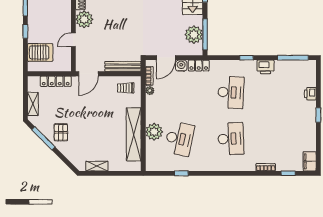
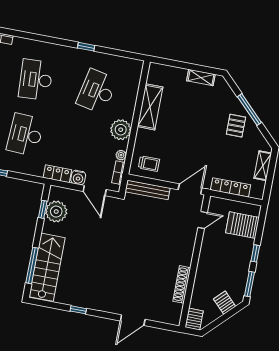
plant: (84, 19) -> (183, 254), removed
window: (205, 34) -> (43, 209), width x0.46
door: (73, 40) -> (203, 220), moved
door: (166, 58) -> (95, 190), swing flipped
plant: (154, 132) -> (121, 130), moved
shelving: (134, 134) -> (150, 107), width x0.68
window: (43, 138) -> (249, 110), moved
window: (181, 173) -> (86, 47), moved

